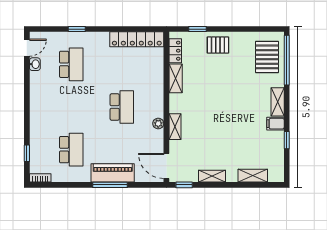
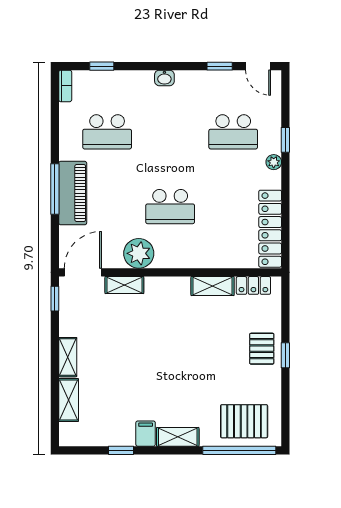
window: (198, 29) -> (285, 355), moved
plant: (92, 37) -> (274, 162), added
washbasin: (35, 64) -> (164, 78), moved
window: (27, 74) -> (220, 66), added
plant: (158, 123) -> (139, 253), width x1.88, depth x1.88
shelving: (175, 127) -> (124, 285), moved
shelving: (212, 176) -> (68, 357), moved

